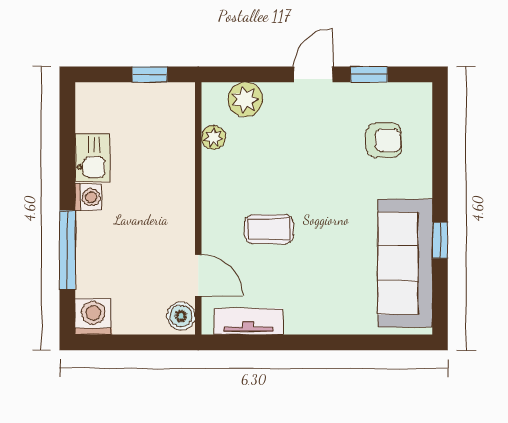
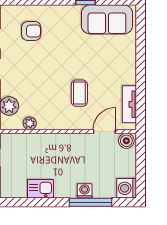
armchair: (384, 140) -> (31, 31), turned 90
washing machine: (88, 197) -> (85, 191), moved
sofa: (405, 263) -> (107, 19), width x0.73

